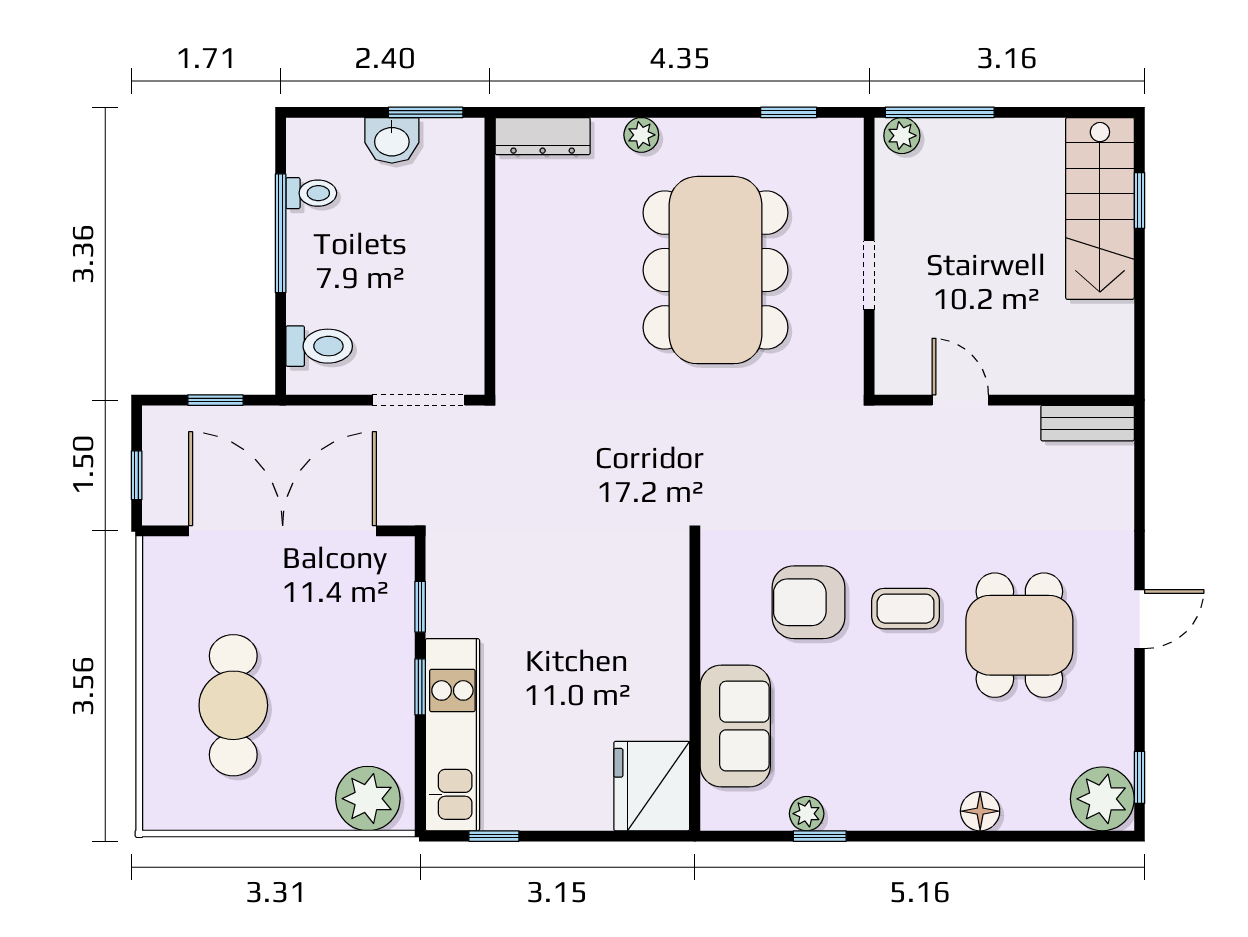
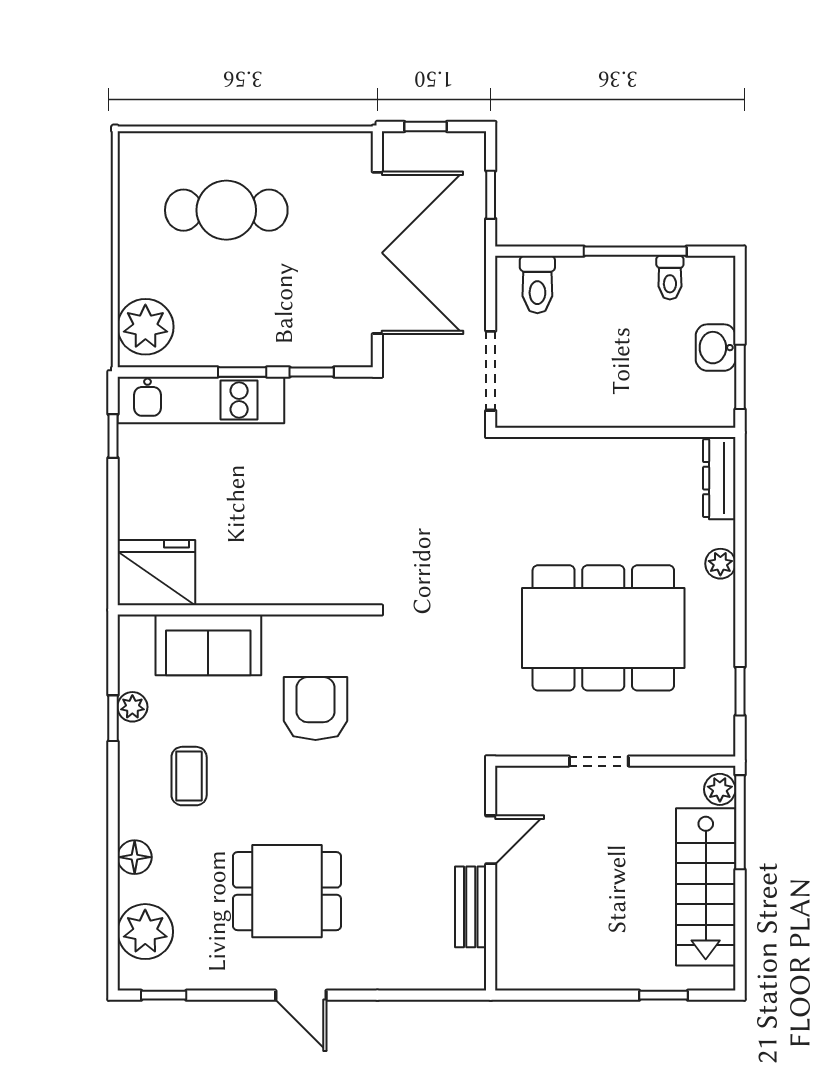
stairs: (1100, 208) -> (706, 887), moved, turned -90
bench: (1088, 423) -> (471, 907), moved
coffee table: (906, 609) -> (189, 776), moved
plant: (1102, 799) -> (145, 932), moved

